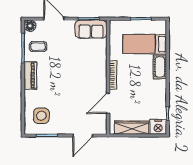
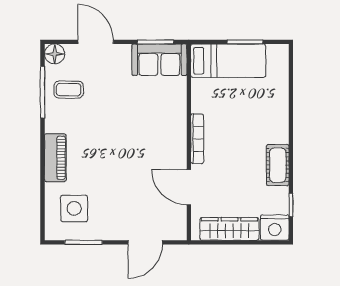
bed: (145, 44) -> (228, 61), moved, turned 180
cot: (160, 67) -> (278, 165), moved
piano: (30, 76) -> (55, 158), moved
door: (108, 103) -> (189, 187), hinge flipped

